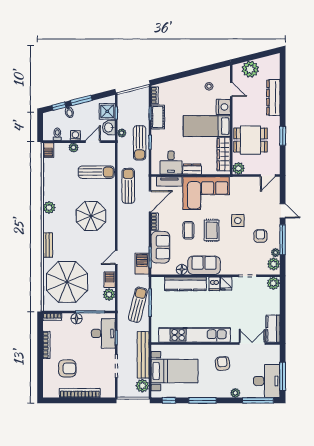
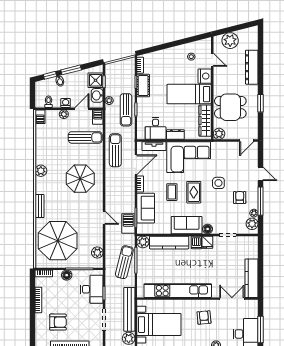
door: (116, 257) -> (104, 218), swing flipped
floor lamp: (182, 269) -> (208, 229), moved
barbecue: (110, 280) -> (98, 117), moved
plant: (273, 283) -> (143, 242), moved
kitchen counter: (273, 329) -> (251, 278), width x1.50

